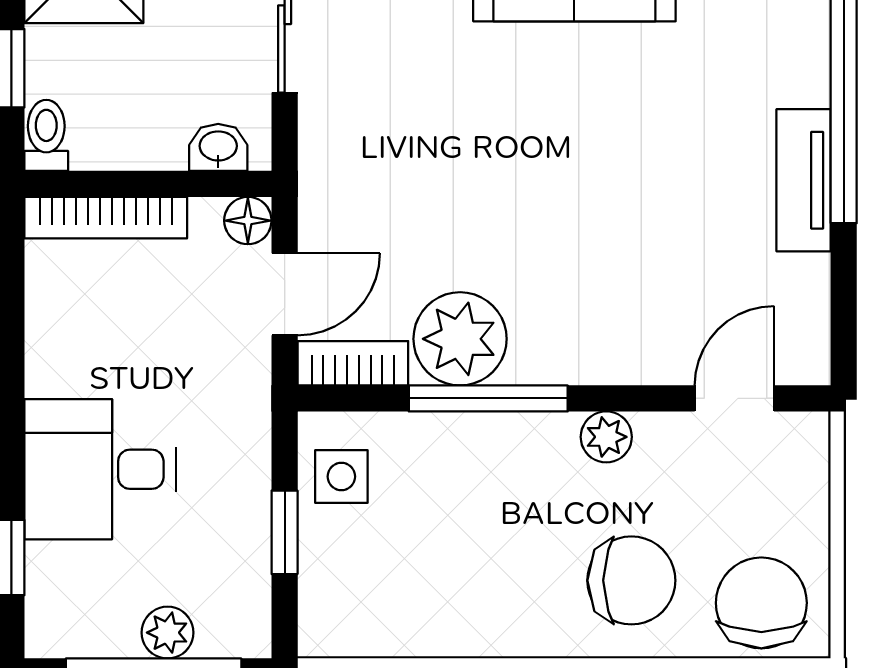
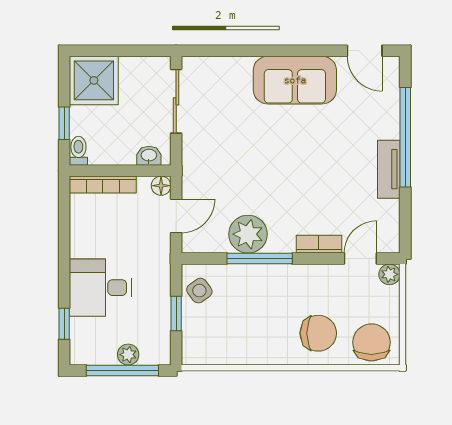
bookcase: (353, 363) -> (319, 244), moved
plant: (606, 437) -> (389, 274), moved
side table: (341, 477) -> (199, 291), turned -36

